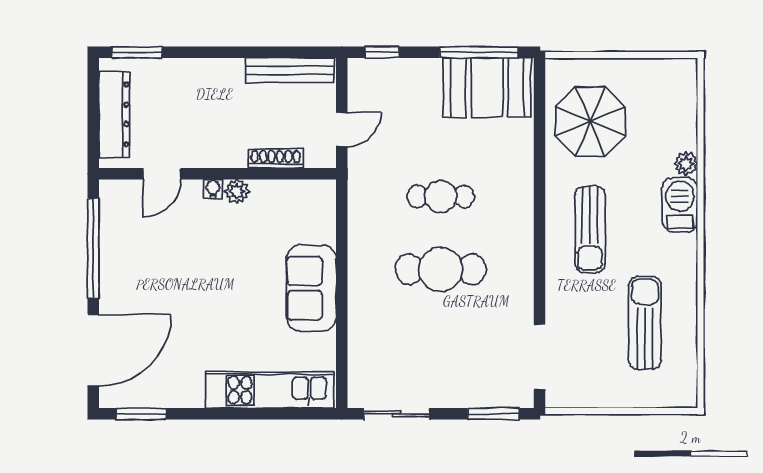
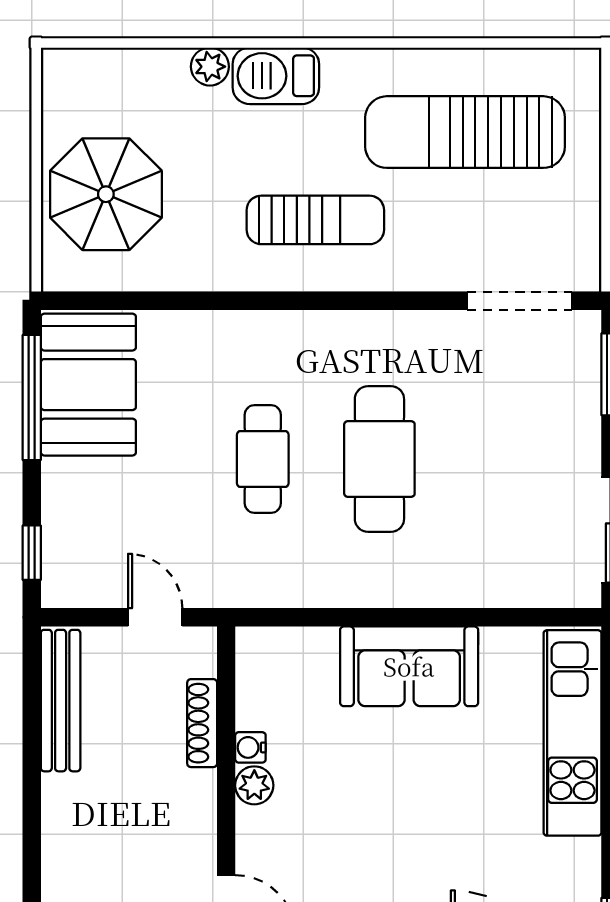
parasol: (590, 121) -> (106, 194), moved
water cooler: (213, 189) -> (250, 747), moved
sun lounger: (645, 323) -> (465, 132), width x1.36, depth x1.34

